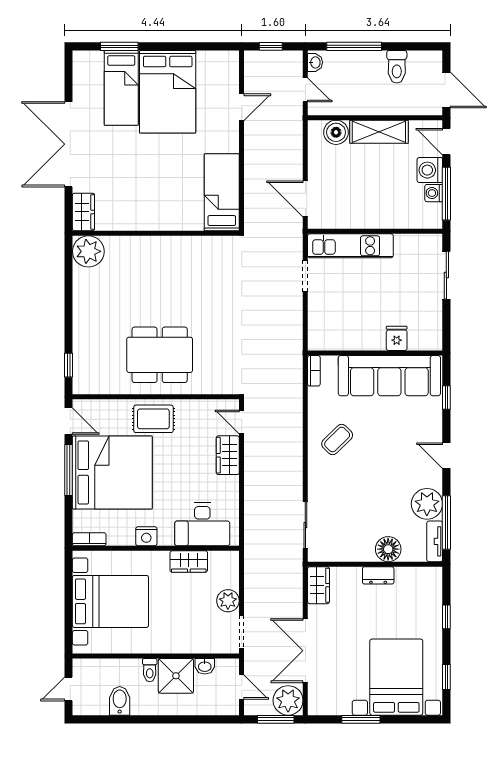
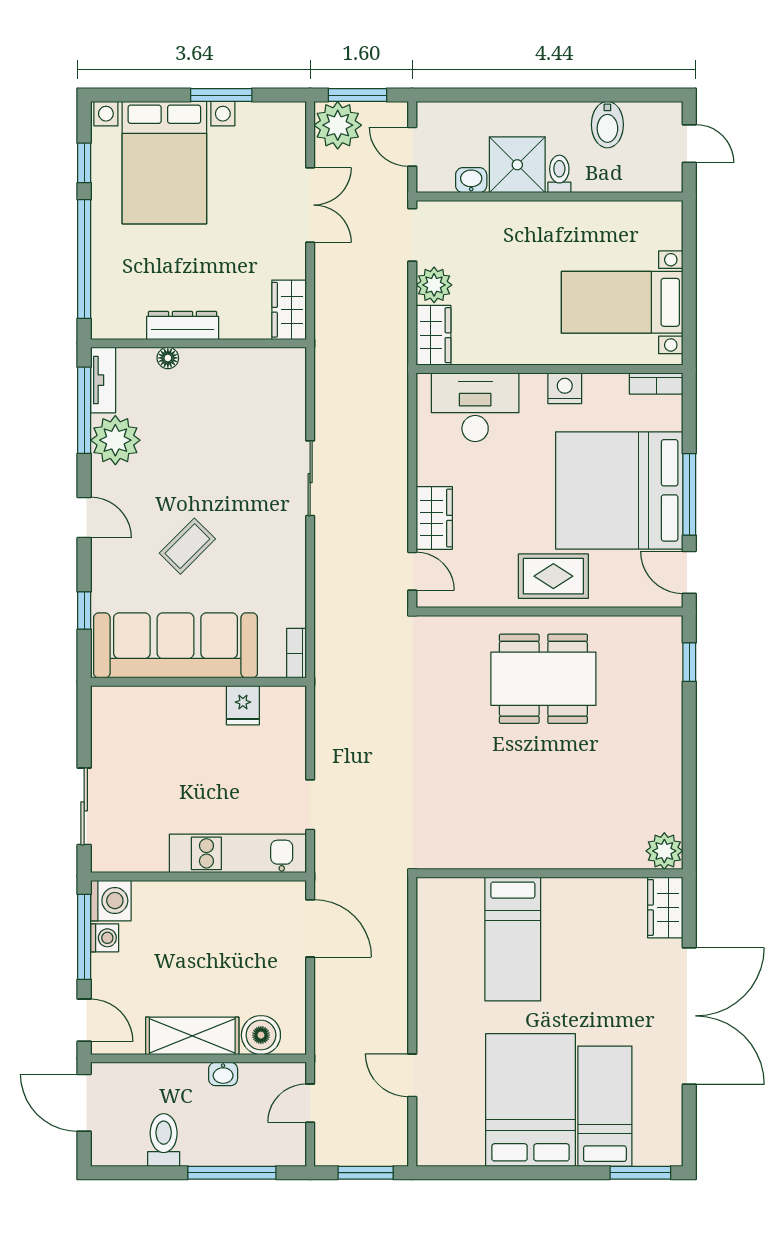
window: (119, 46) -> (640, 1173), moved
window: (271, 46) -> (366, 1173), width x1.50
washbasin: (315, 62) -> (223, 1074), moved, turned -90
door: (305, 90) -> (310, 1103), hinge flipped
door: (242, 107) -> (412, 1075), hinge flipped
washing machine: (430, 170) -> (111, 901), moved
bed: (222, 192) -> (513, 939), moved
plant: (88, 251) -> (664, 851), width x0.73, depth x0.73
fridge: (397, 338) -> (243, 705), moved
coffee table: (337, 440) -> (187, 546), moved
sliding door: (305, 525) -> (310, 478), moved
floor lamp: (388, 549) -> (168, 358), width x0.53, depth x0.53
wardrobe: (189, 562) -> (433, 335), moved, turned 90
dresser: (378, 575) -> (183, 325), width x1.44
bed with nightstands: (110, 601) -> (622, 302), width x0.73
window: (446, 617) -> (84, 259), width x3.17
double door: (305, 651) -> (310, 205), width x0.73
door: (69, 689) -> (689, 144), hinge flipped

